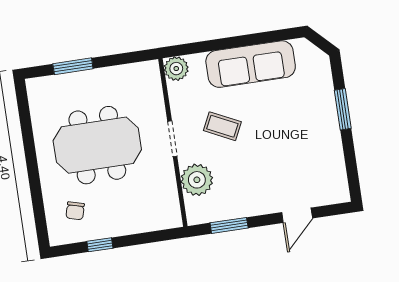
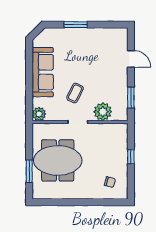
meeting table: (97, 145) -> (58, 160), moved, turned 90
window: (100, 245) -> (131, 157), moved

